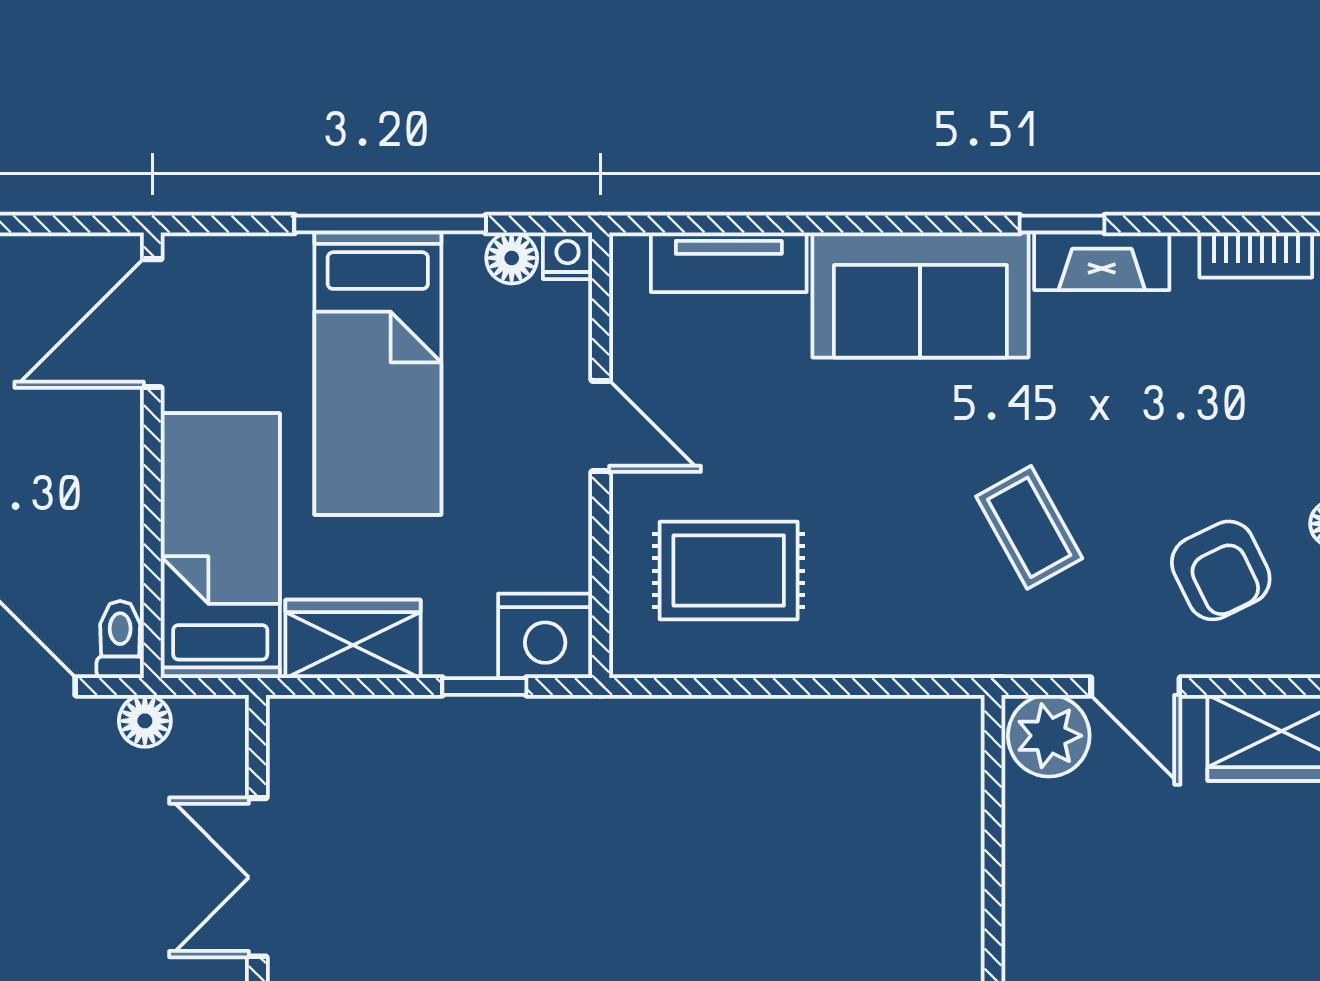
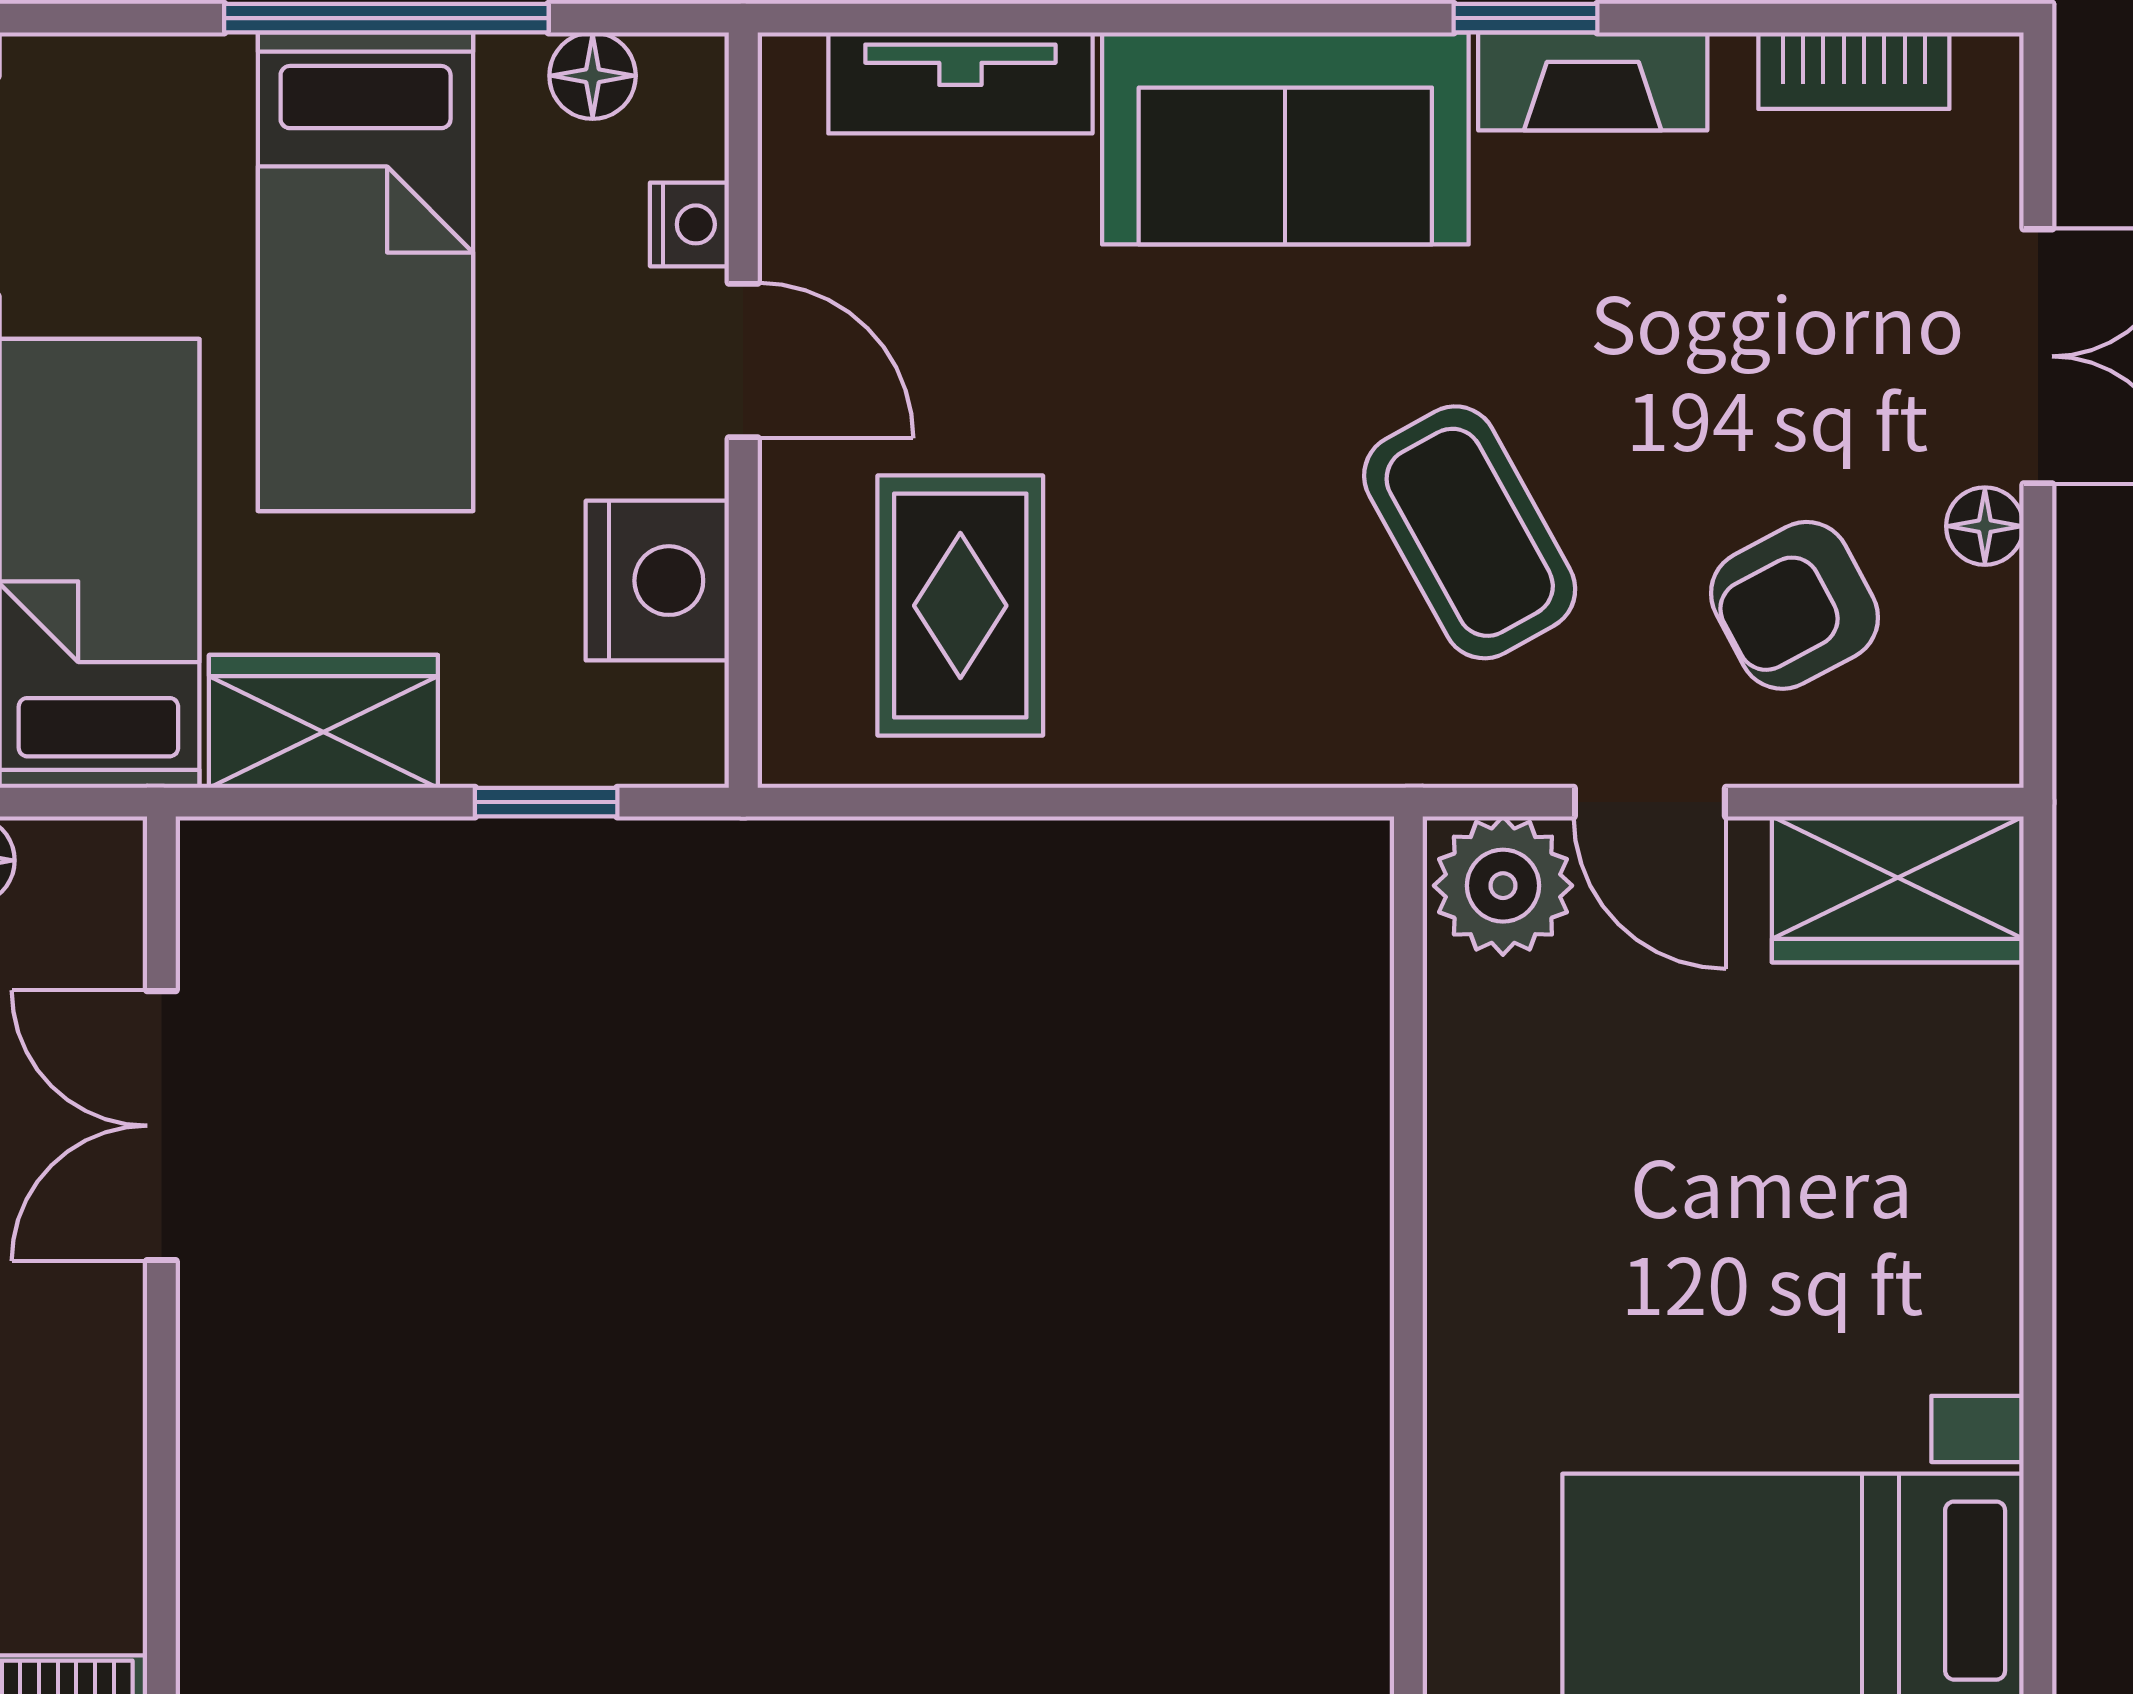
nightstand: (568, 256) -> (689, 224), moved, turned 90
coffee table: (1029, 527) -> (1470, 532), width x1.36, depth x1.30
armchair: (1221, 570) -> (1794, 605), turned 88
rug: (729, 571) -> (960, 606), turned 90
nightstand: (545, 636) -> (657, 581), moved, turned -90

